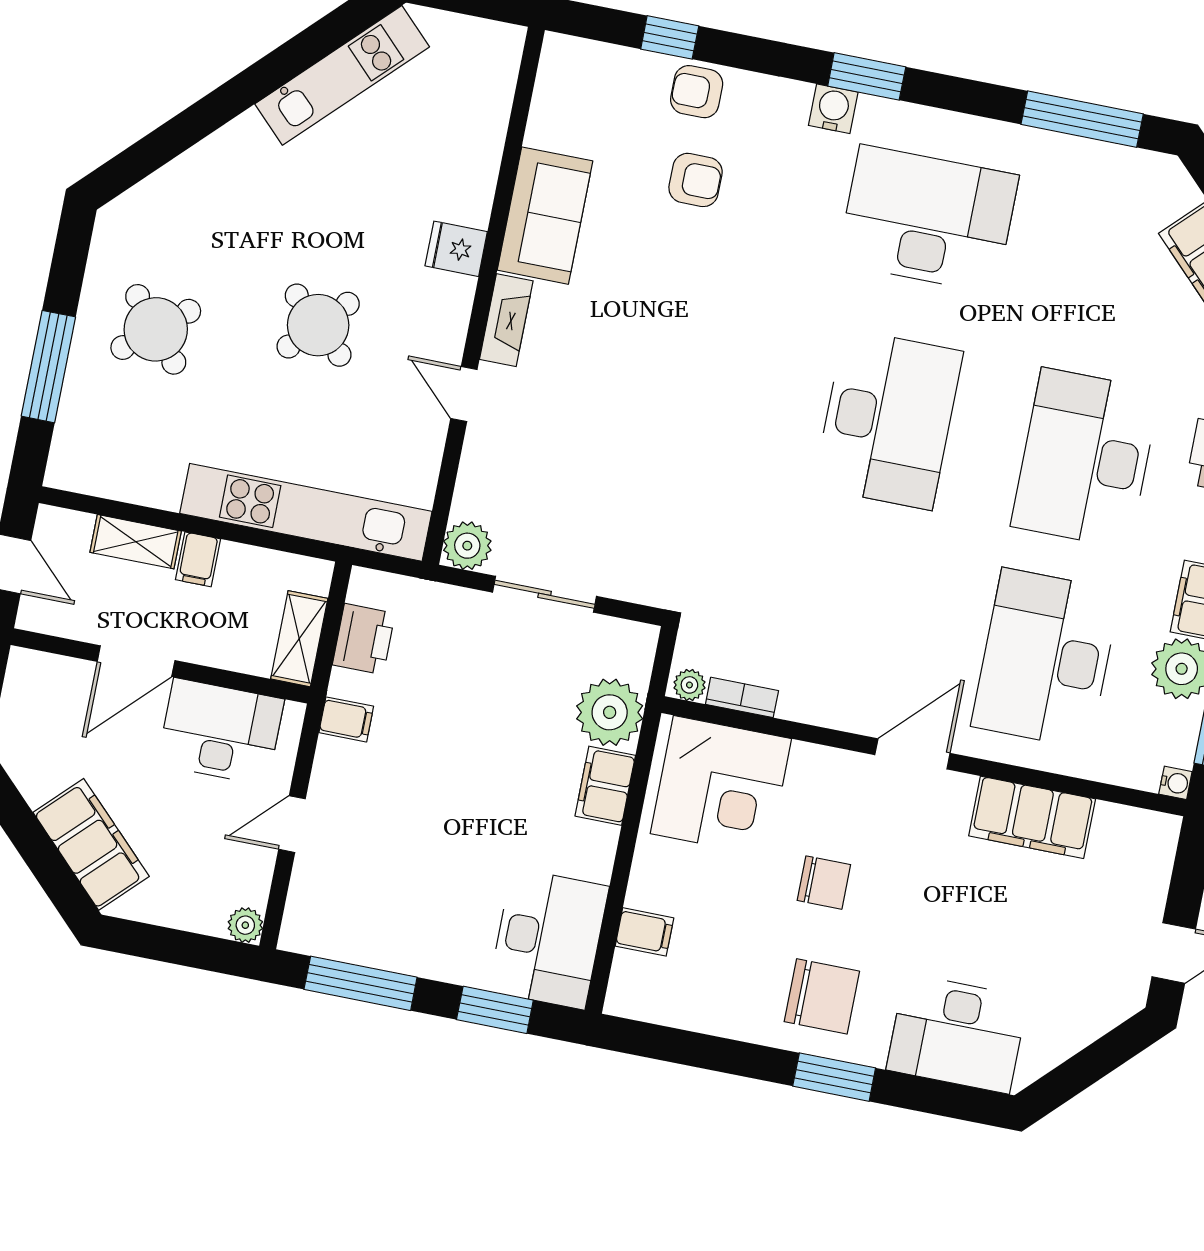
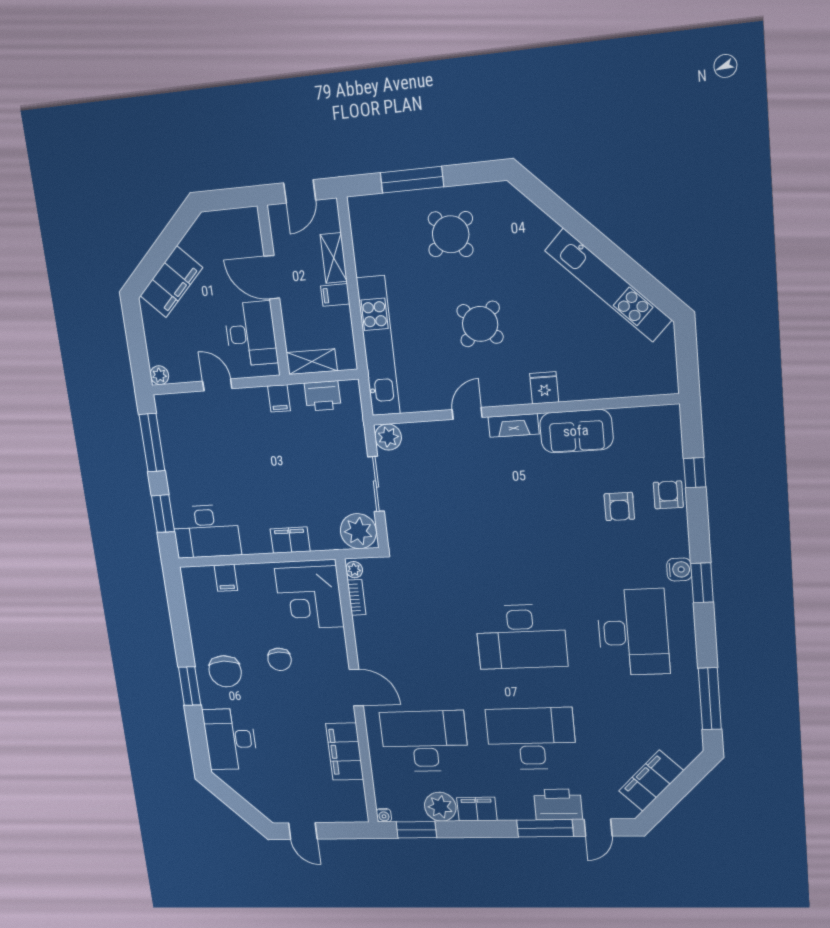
kitchen unit: (342, 75) -> (608, 285), width x1.36
plant: (610, 712) -> (358, 531), moved

